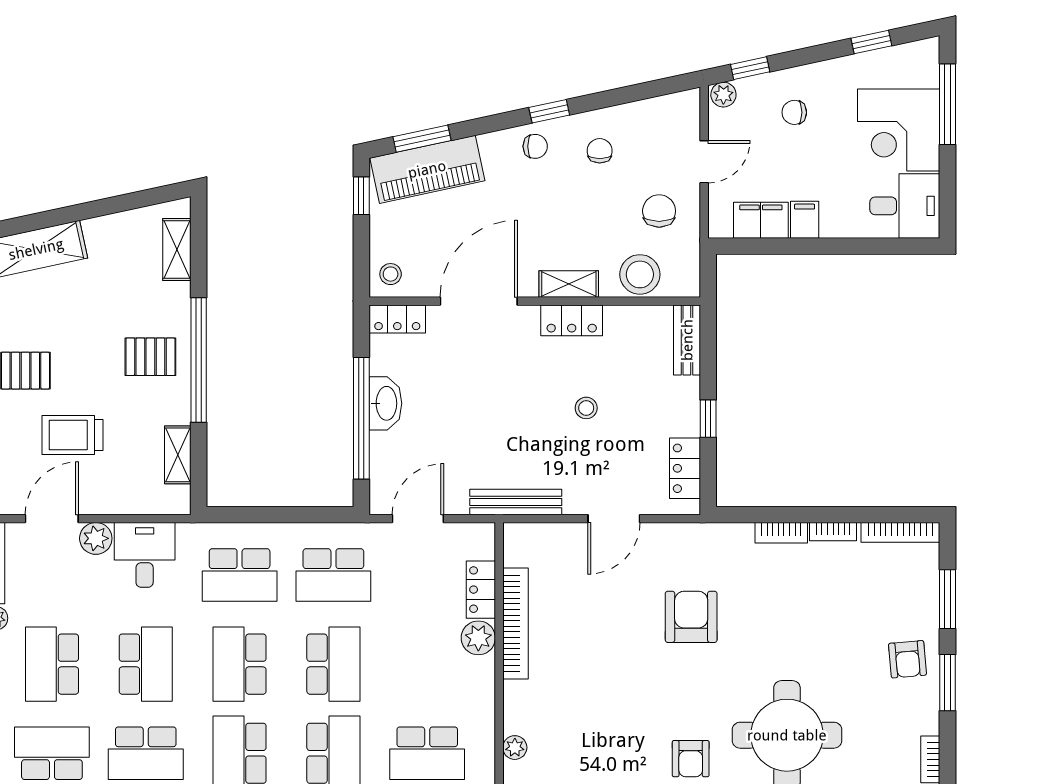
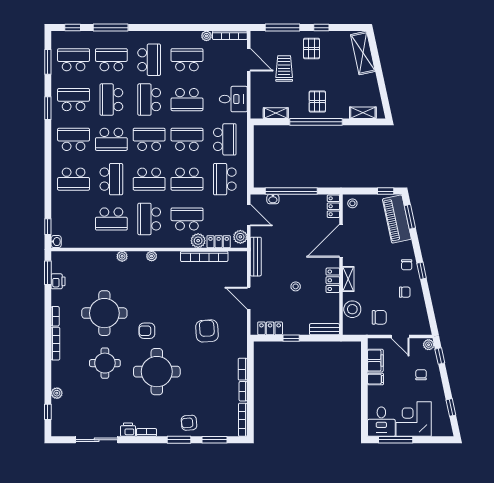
window: (947, 104) -> (396, 440), moved
door: (479, 301) -> (341, 241), swing flipped
washbasin: (385, 403) -> (273, 199), moved, width x0.52, depth x0.69
plant: (96, 538) -> (240, 237), moved
school desk: (240, 575) -> (225, 139), turned 180
armchair: (691, 617) -> (207, 331), turned -94
school desk: (427, 664) -> (187, 219), added

